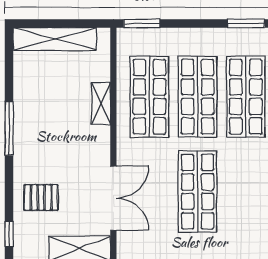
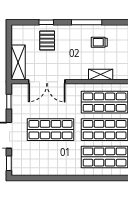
trolley: (44, 106) -> (99, 42), added
window: (9, 234) -> (46, 22), moved

